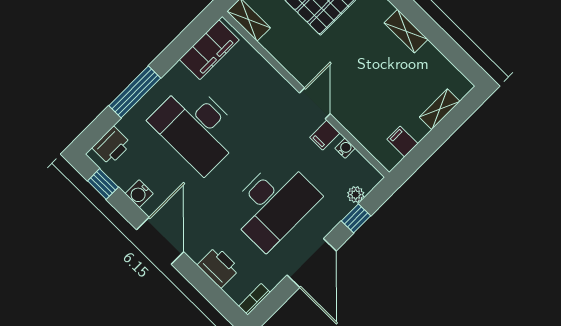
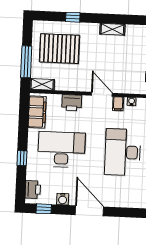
window: (135, 92) -> (22, 158), width x0.46
desk: (197, 128) -> (61, 150), turned 180
desk: (273, 204) -> (123, 152), turned 180
printer: (219, 267) -> (72, 103), moved, turned 180

